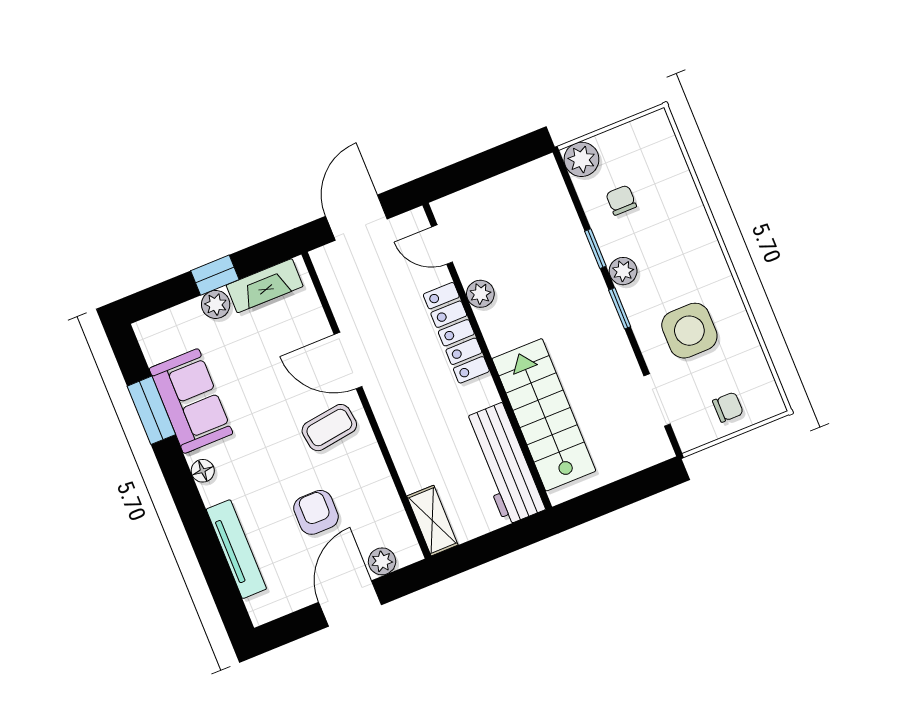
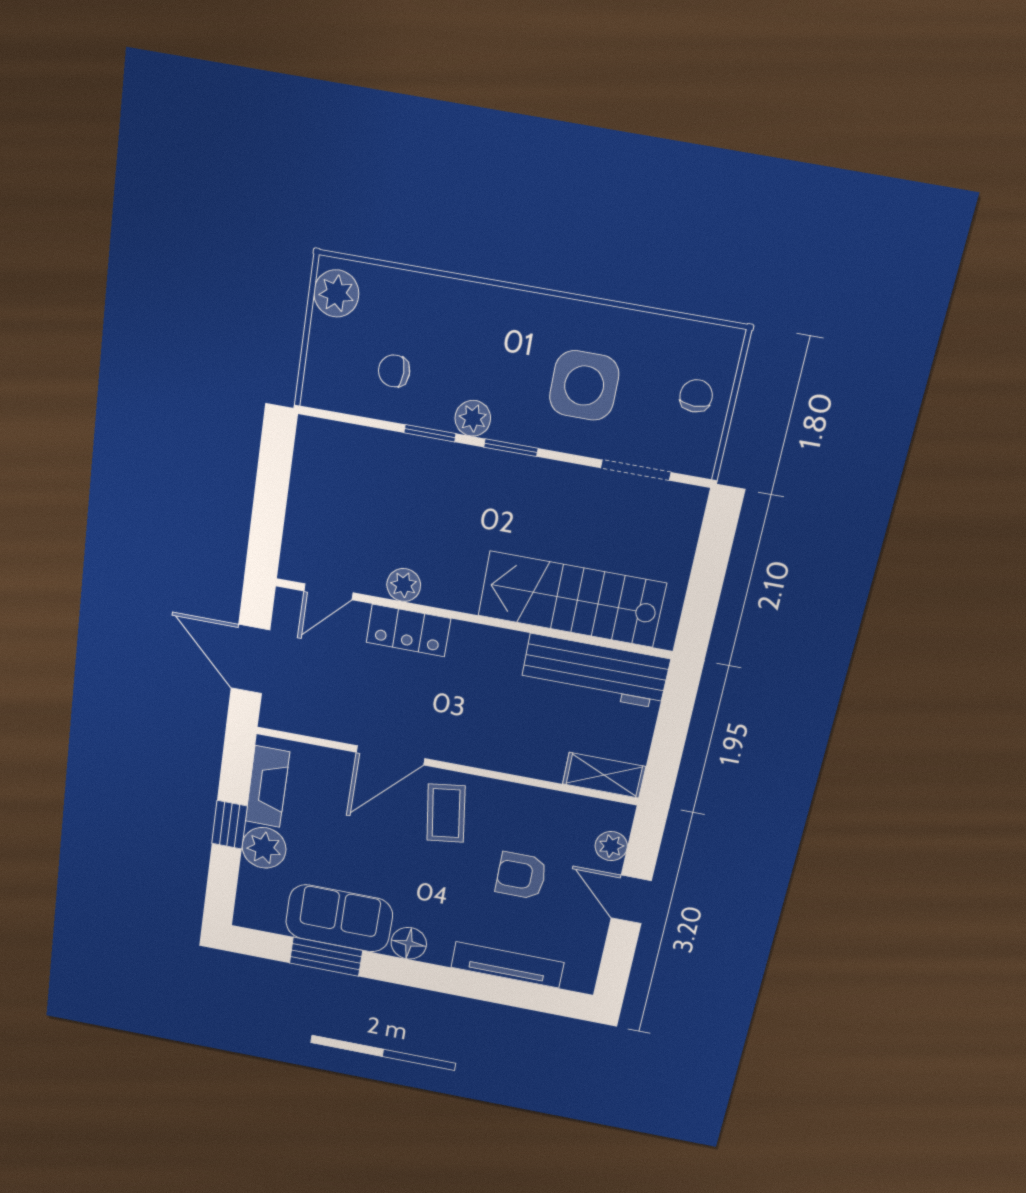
plant: (581, 159) -> (336, 293), moved
plant: (216, 304) -> (264, 848), width x1.38, depth x1.38
locker: (456, 333) -> (408, 630), width x0.66
floor lamp: (203, 471) -> (409, 943), width x1.37, depth x1.37
door: (350, 603) -> (631, 899), width x0.73

